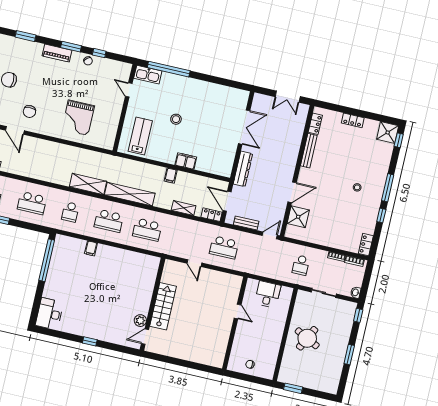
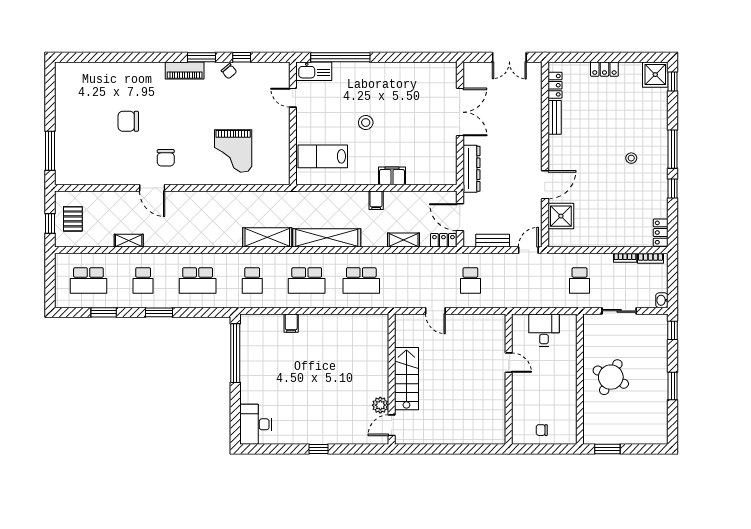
window: (26, 36) -> (137, 57), removed
lab bench: (140, 136) -> (323, 156), turned -90
bench: (309, 151) -> (555, 117), width x0.73
school desk: (224, 247) -> (470, 280), width x0.54

